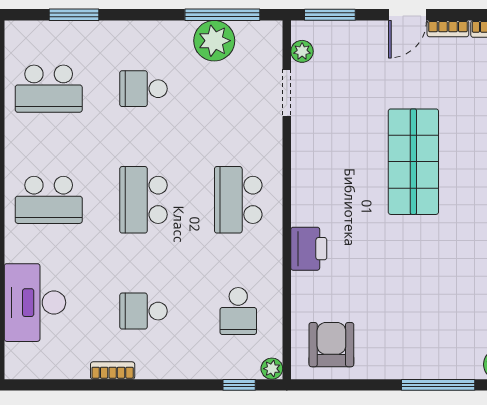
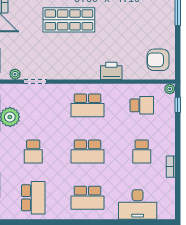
school desk: (49, 200) -> (87, 198), turned 90

